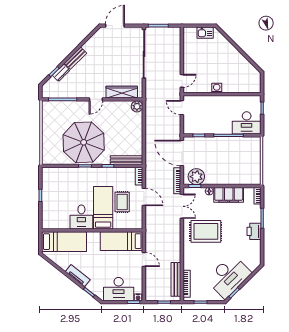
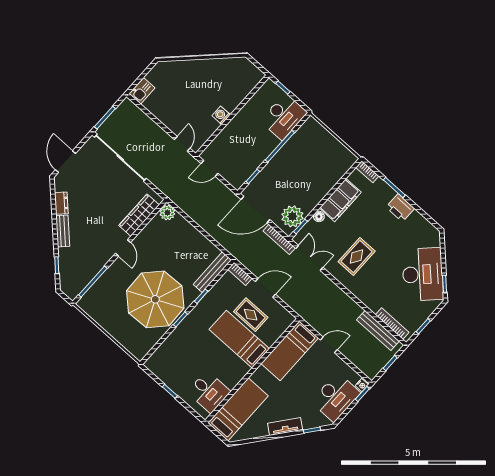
kitchen sink: (205, 33) -> (142, 91), moved
dresser: (61, 73) -> (61, 203), moved
desk: (81, 217) -> (209, 392), moved
rug: (206, 231) -> (357, 256), width x0.73, depth x0.70

